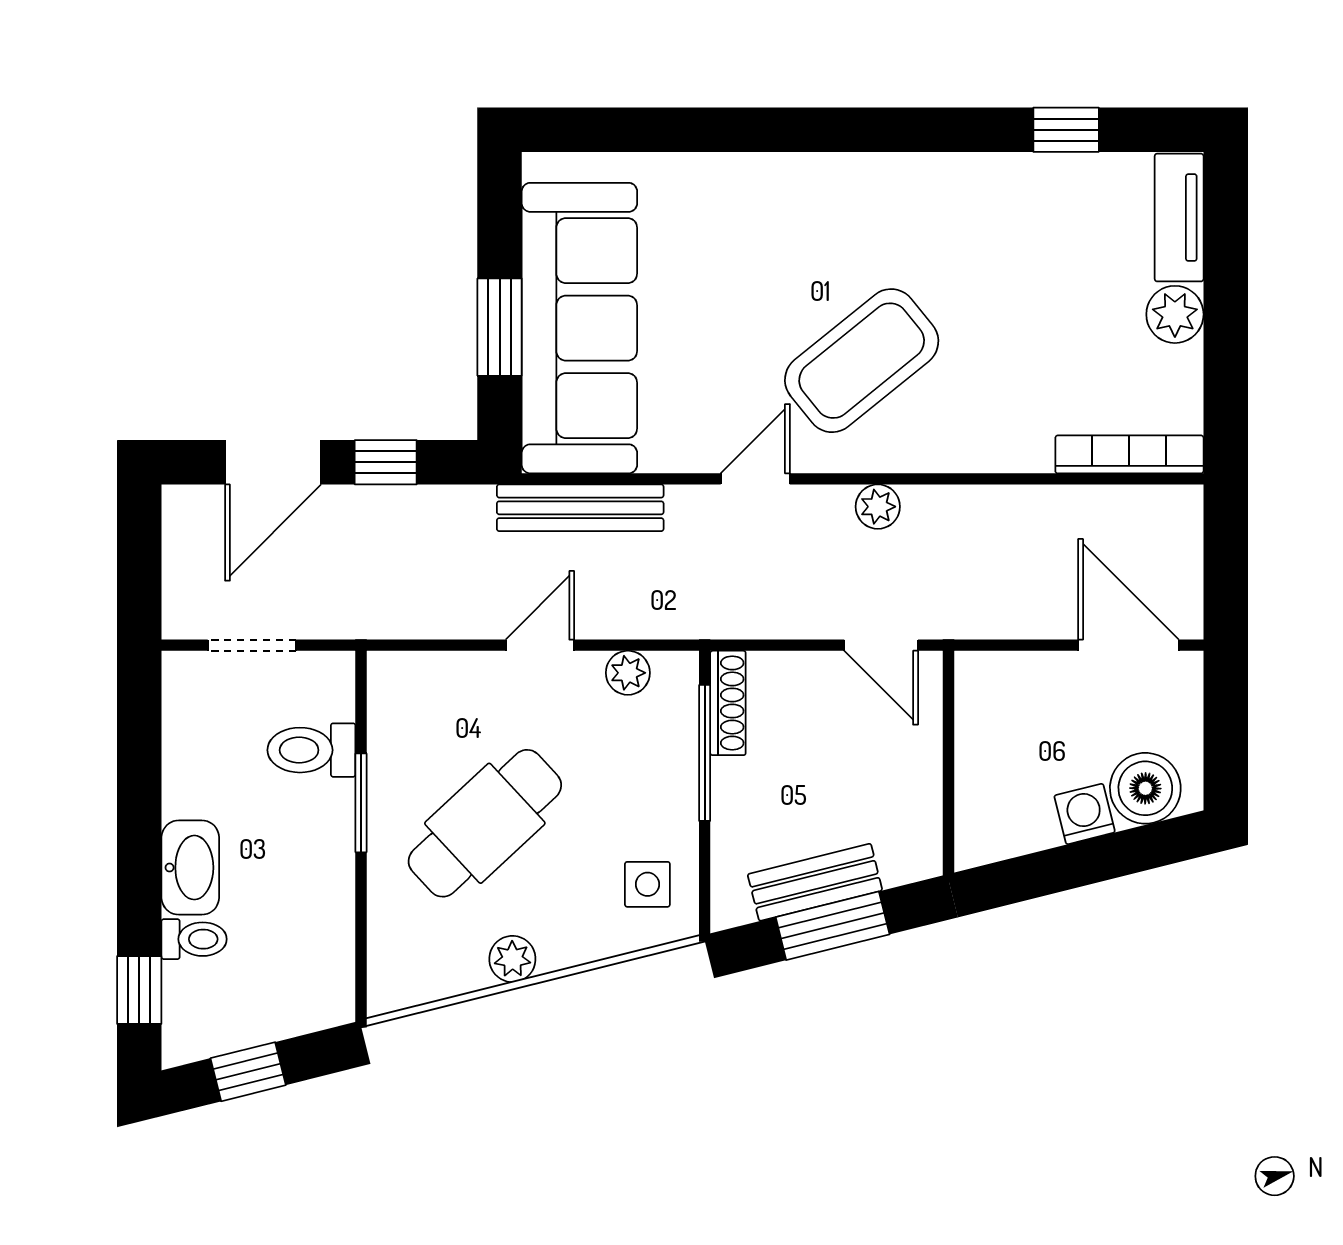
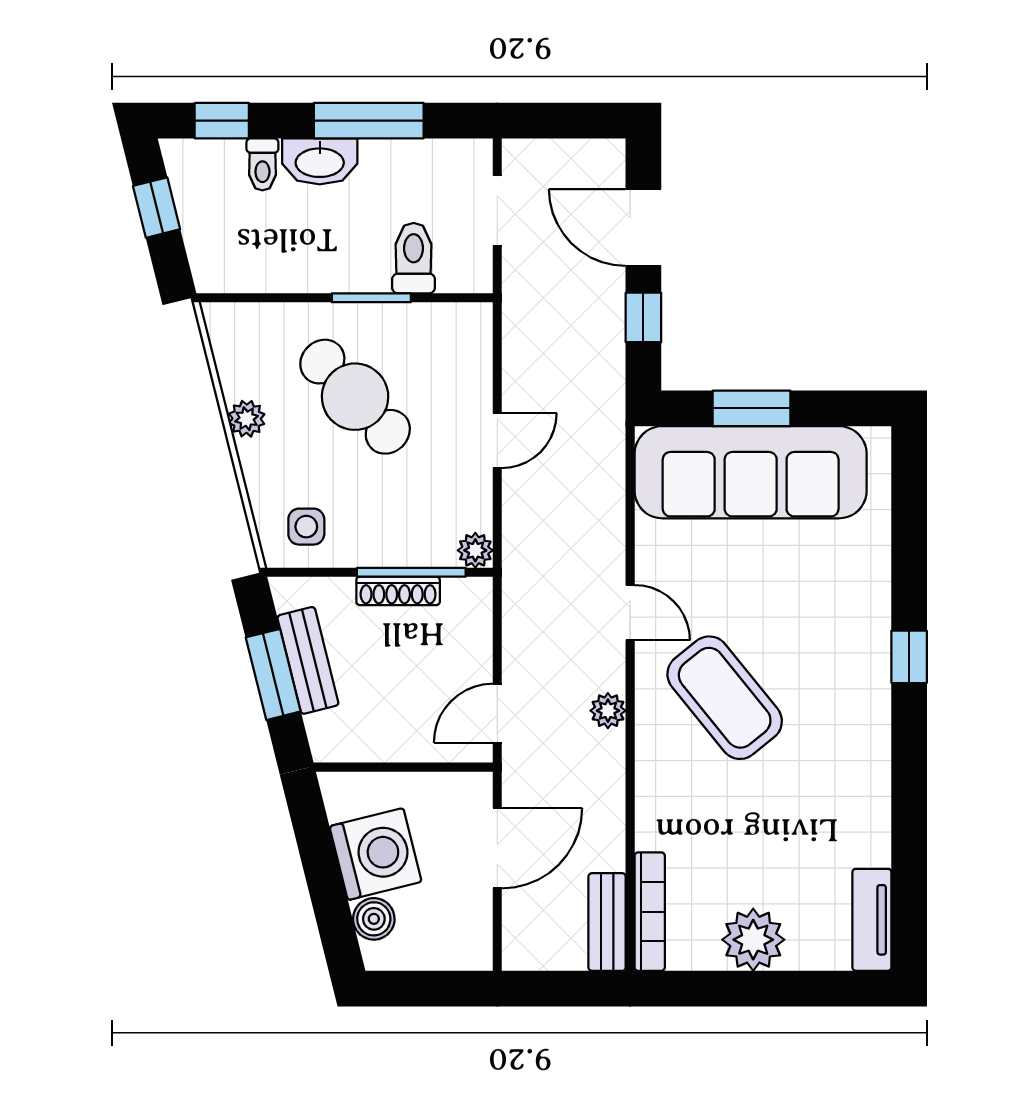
window: (1066, 130) -> (909, 657), moved
tv unit: (1179, 218) -> (872, 920), moved, turned -90
plant: (1175, 314) -> (753, 940), width x1.36, depth x1.36
bench: (580, 508) -> (607, 922), moved, width x0.73
door: (540, 645) -> (497, 441), hinge flipped
door: (1128, 645) -> (497, 848), moved
plant: (628, 673) -> (475, 550), moved
shoe rack: (728, 703) -> (398, 591), moved
boiler: (1145, 788) -> (374, 919), width x0.73, depth x0.73
window: (139, 806) -> (369, 121), added
washing machine: (1085, 814) -> (376, 854), width x1.89, depth x1.89

